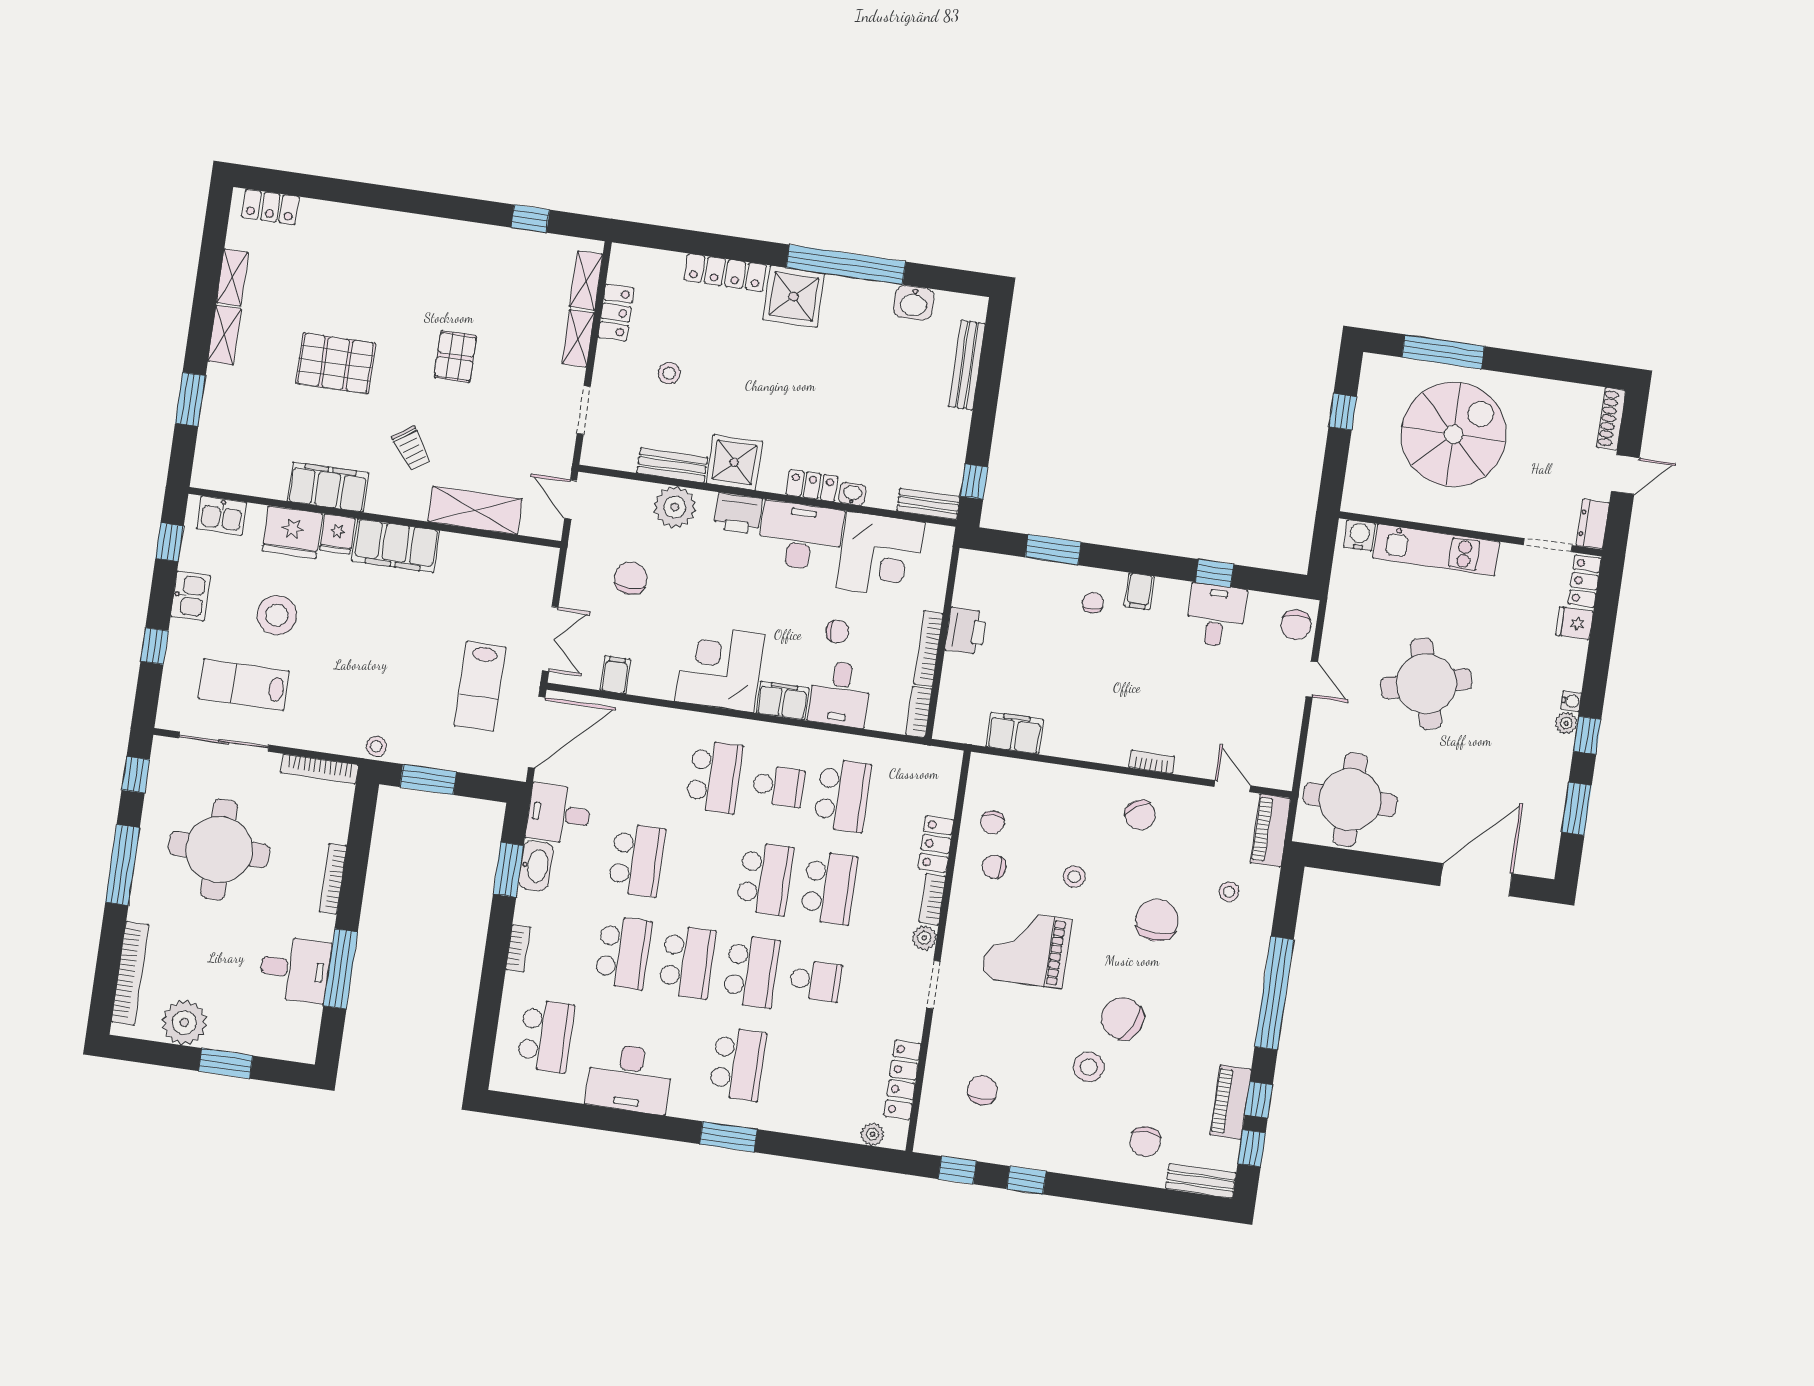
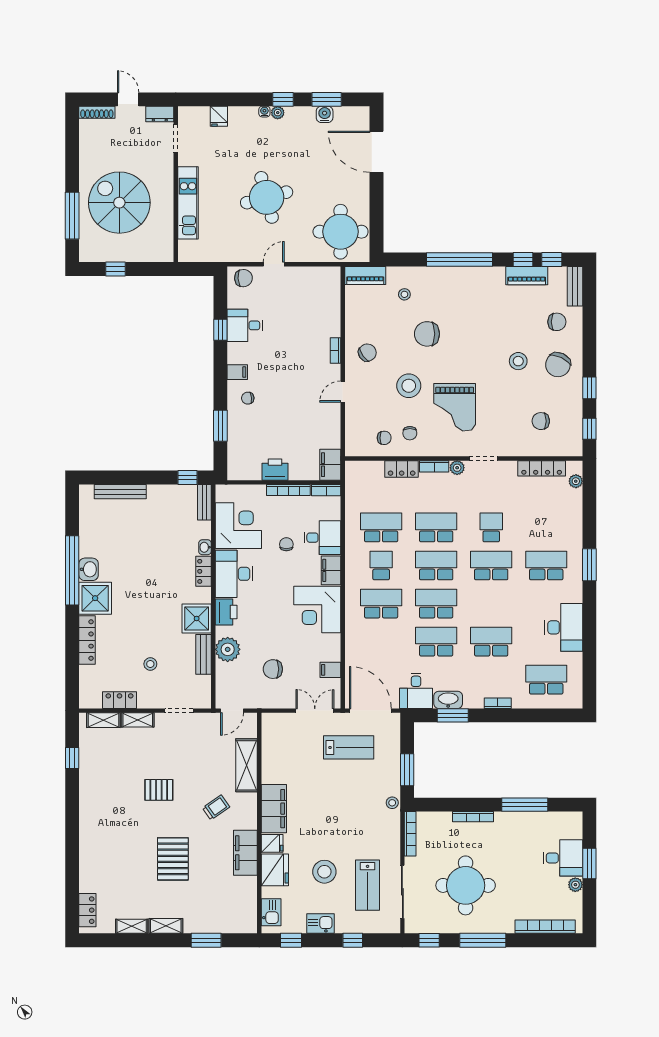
washbasin: (914, 303) -> (89, 569), moved
water cooler: (1359, 535) -> (325, 114), moved, turned 90
locker: (1584, 581) -> (194, 114), removed
filing cabinet: (1015, 733) -> (330, 465), moved
door: (1232, 786) -> (343, 392), moved
stool: (1074, 877) -> (409, 386), width x1.89, depth x1.89
school desk: (687, 962) -> (436, 604), moved
desk: (295, 969) -> (563, 858), moved, turned 90
chair: (1122, 1018) -> (558, 365), moved
plant: (184, 1023) -> (575, 885), width x0.53, depth x0.53

